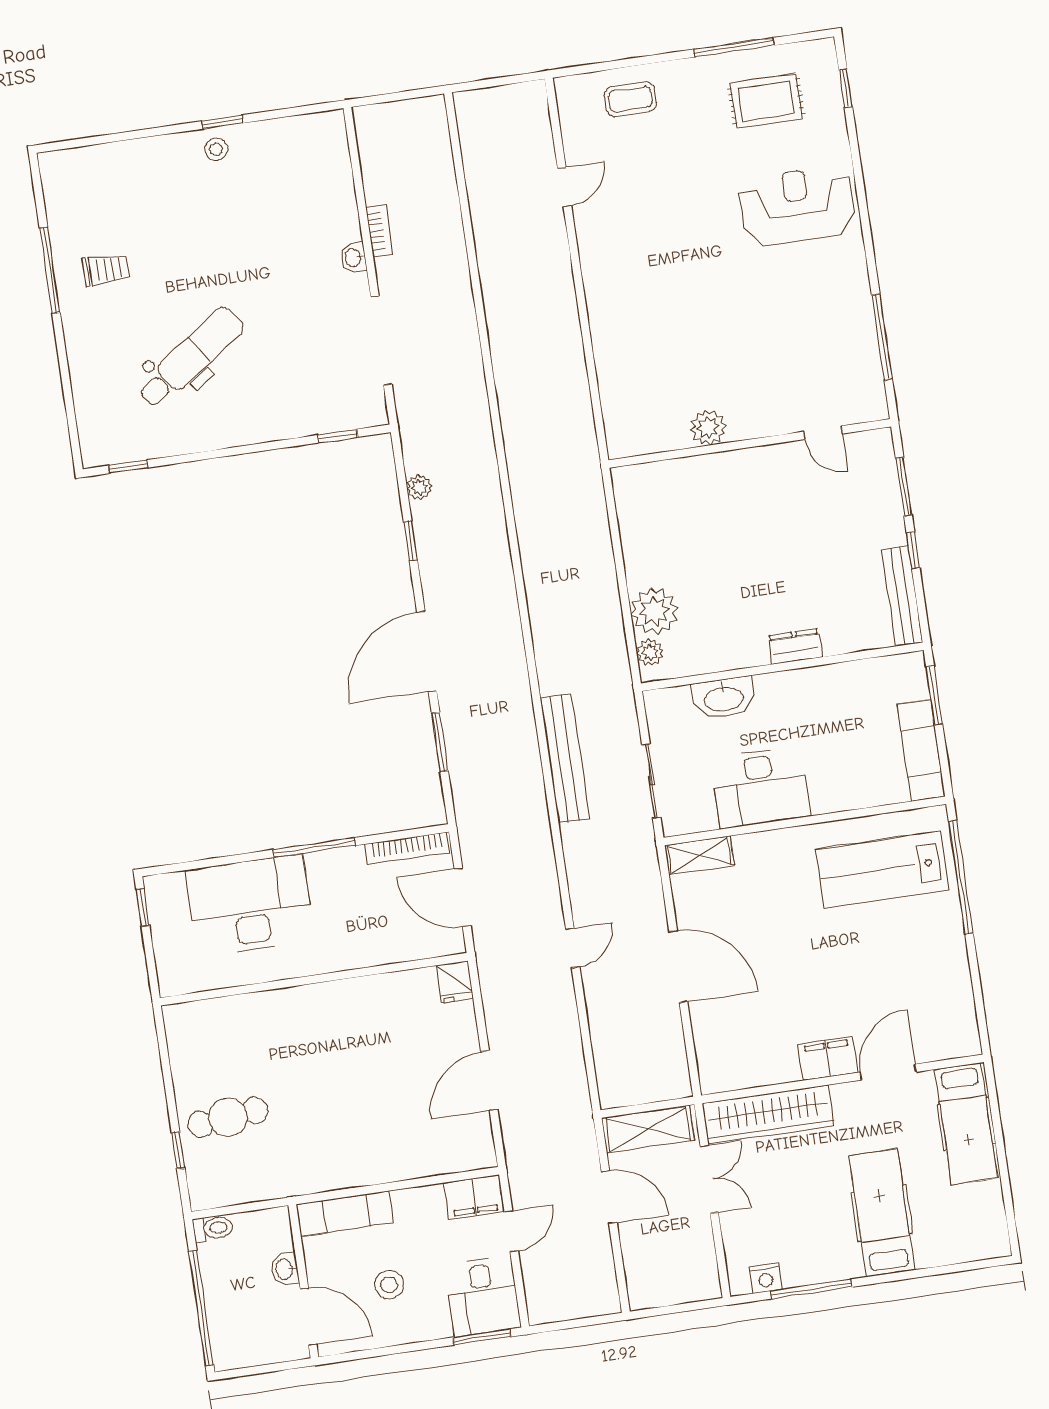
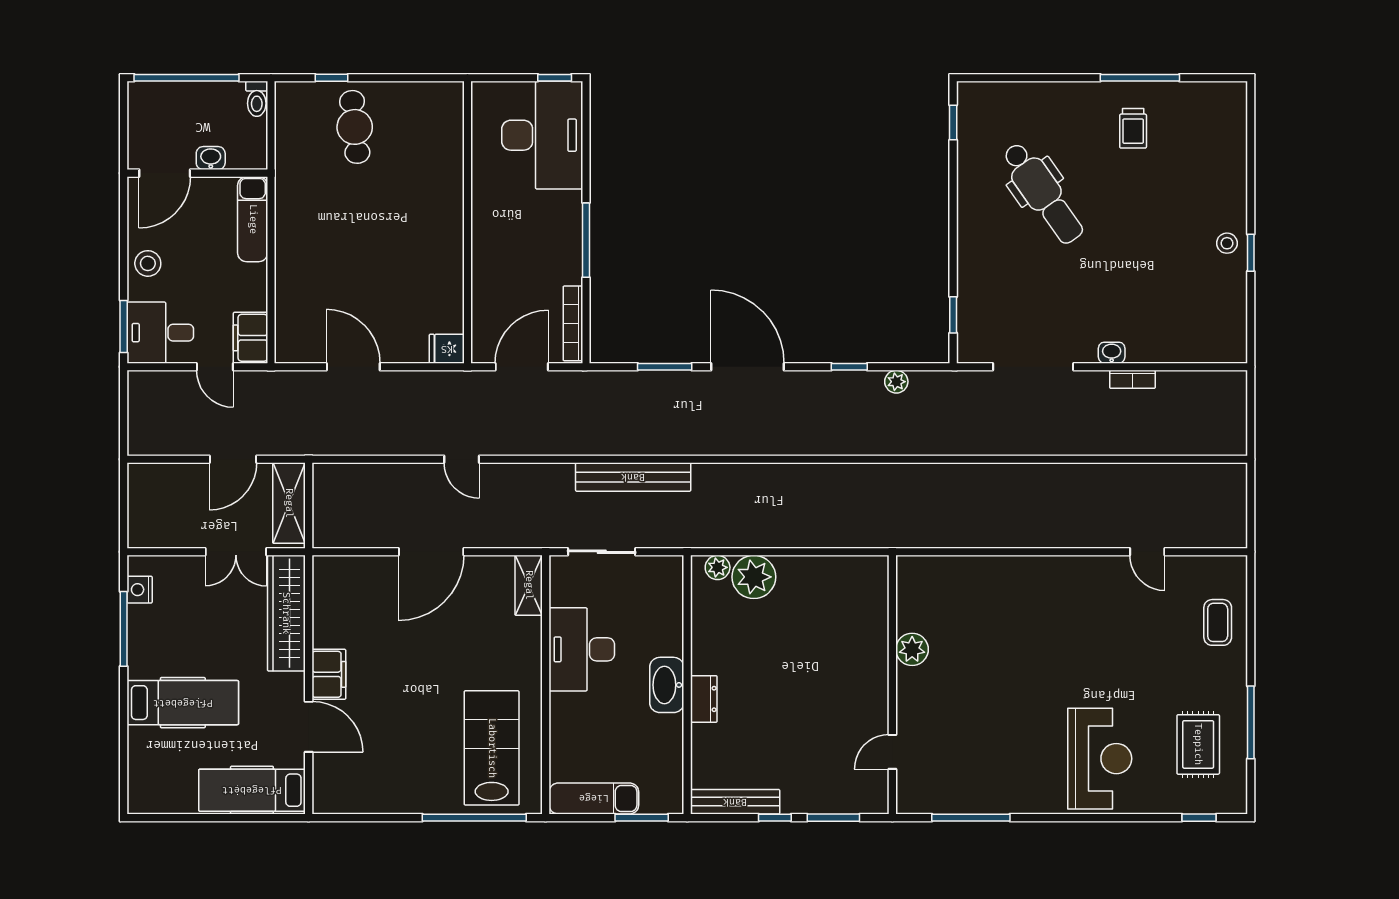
washbasin: (724, 698) -> (667, 685), moved
desk: (250, 906) -> (542, 135), moved
stool: (389, 1285) -> (148, 263), moved

